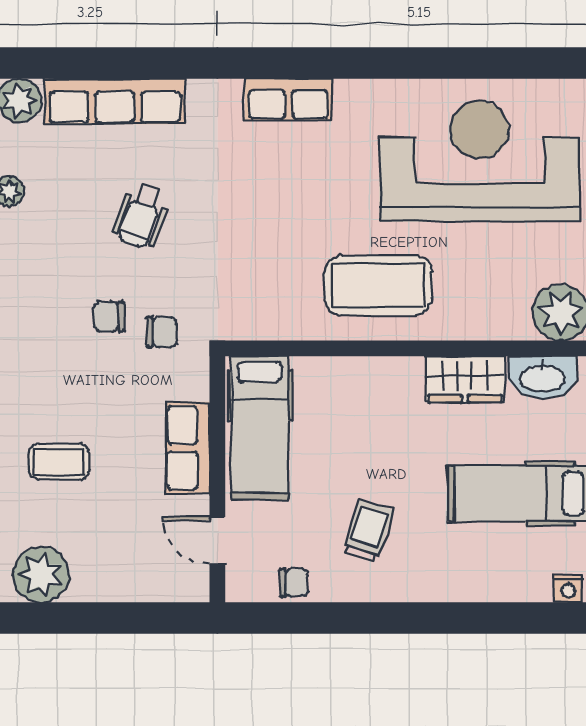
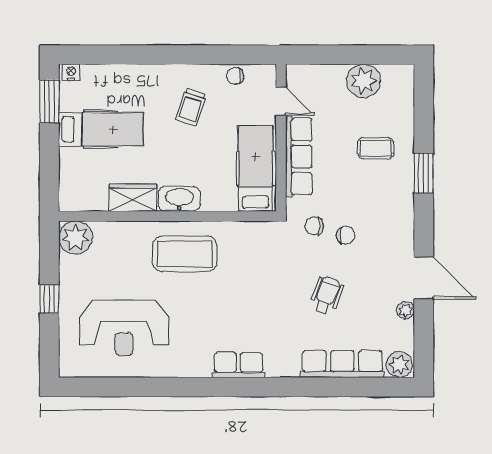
reception desk: (480, 161) -> (124, 328), width x0.74, depth x0.77
washbasin: (543, 377) -> (179, 199), moved
row of seats: (188, 448) -> (299, 157), width x1.48
plant: (41, 574) -> (364, 81), moved

